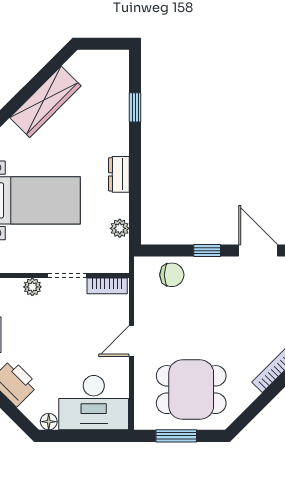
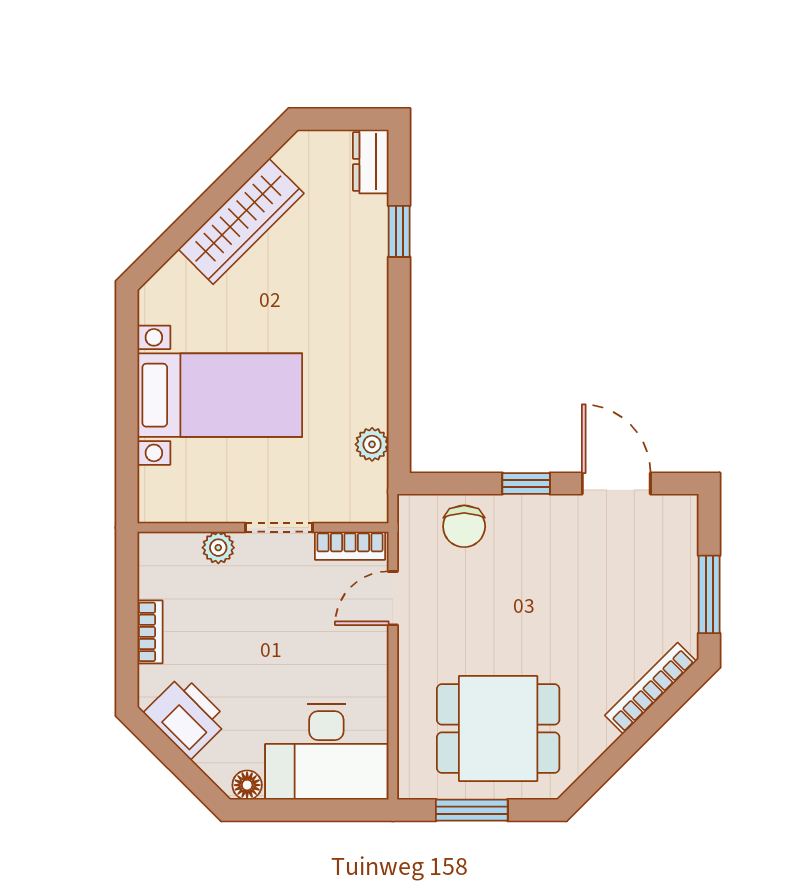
dresser: (119, 174) -> (371, 162), moved
chair: (172, 275) -> (464, 526), turned 90
door: (131, 341) -> (393, 598), moved

